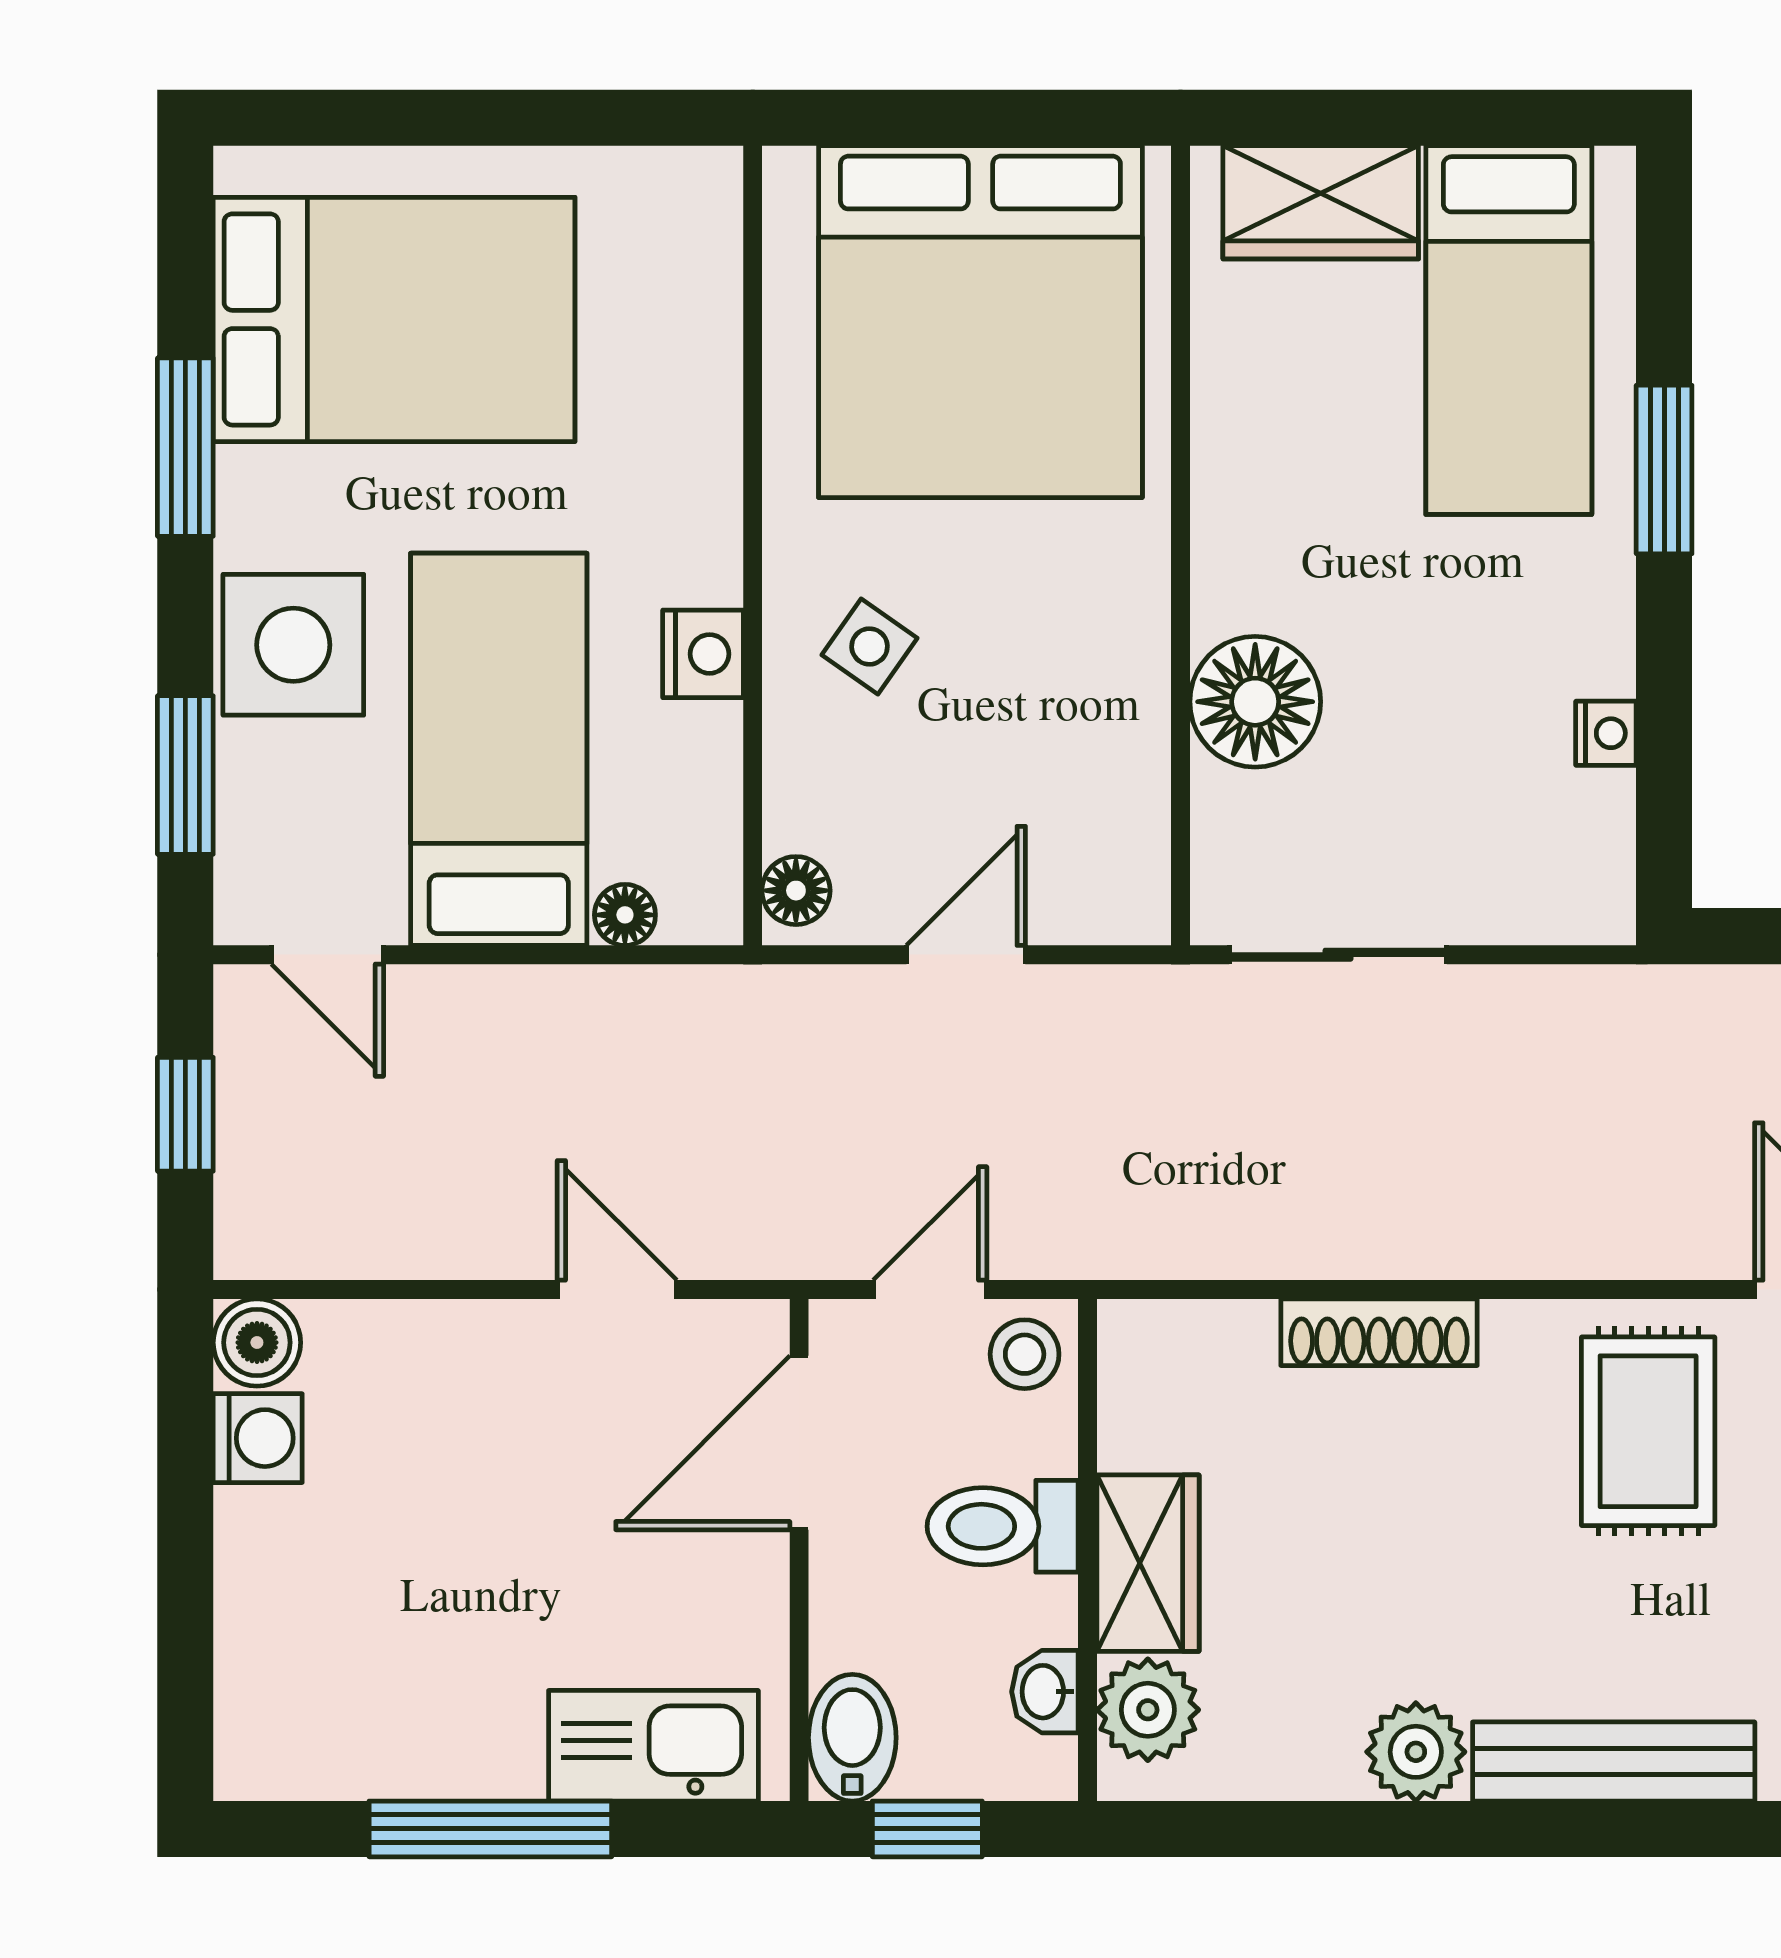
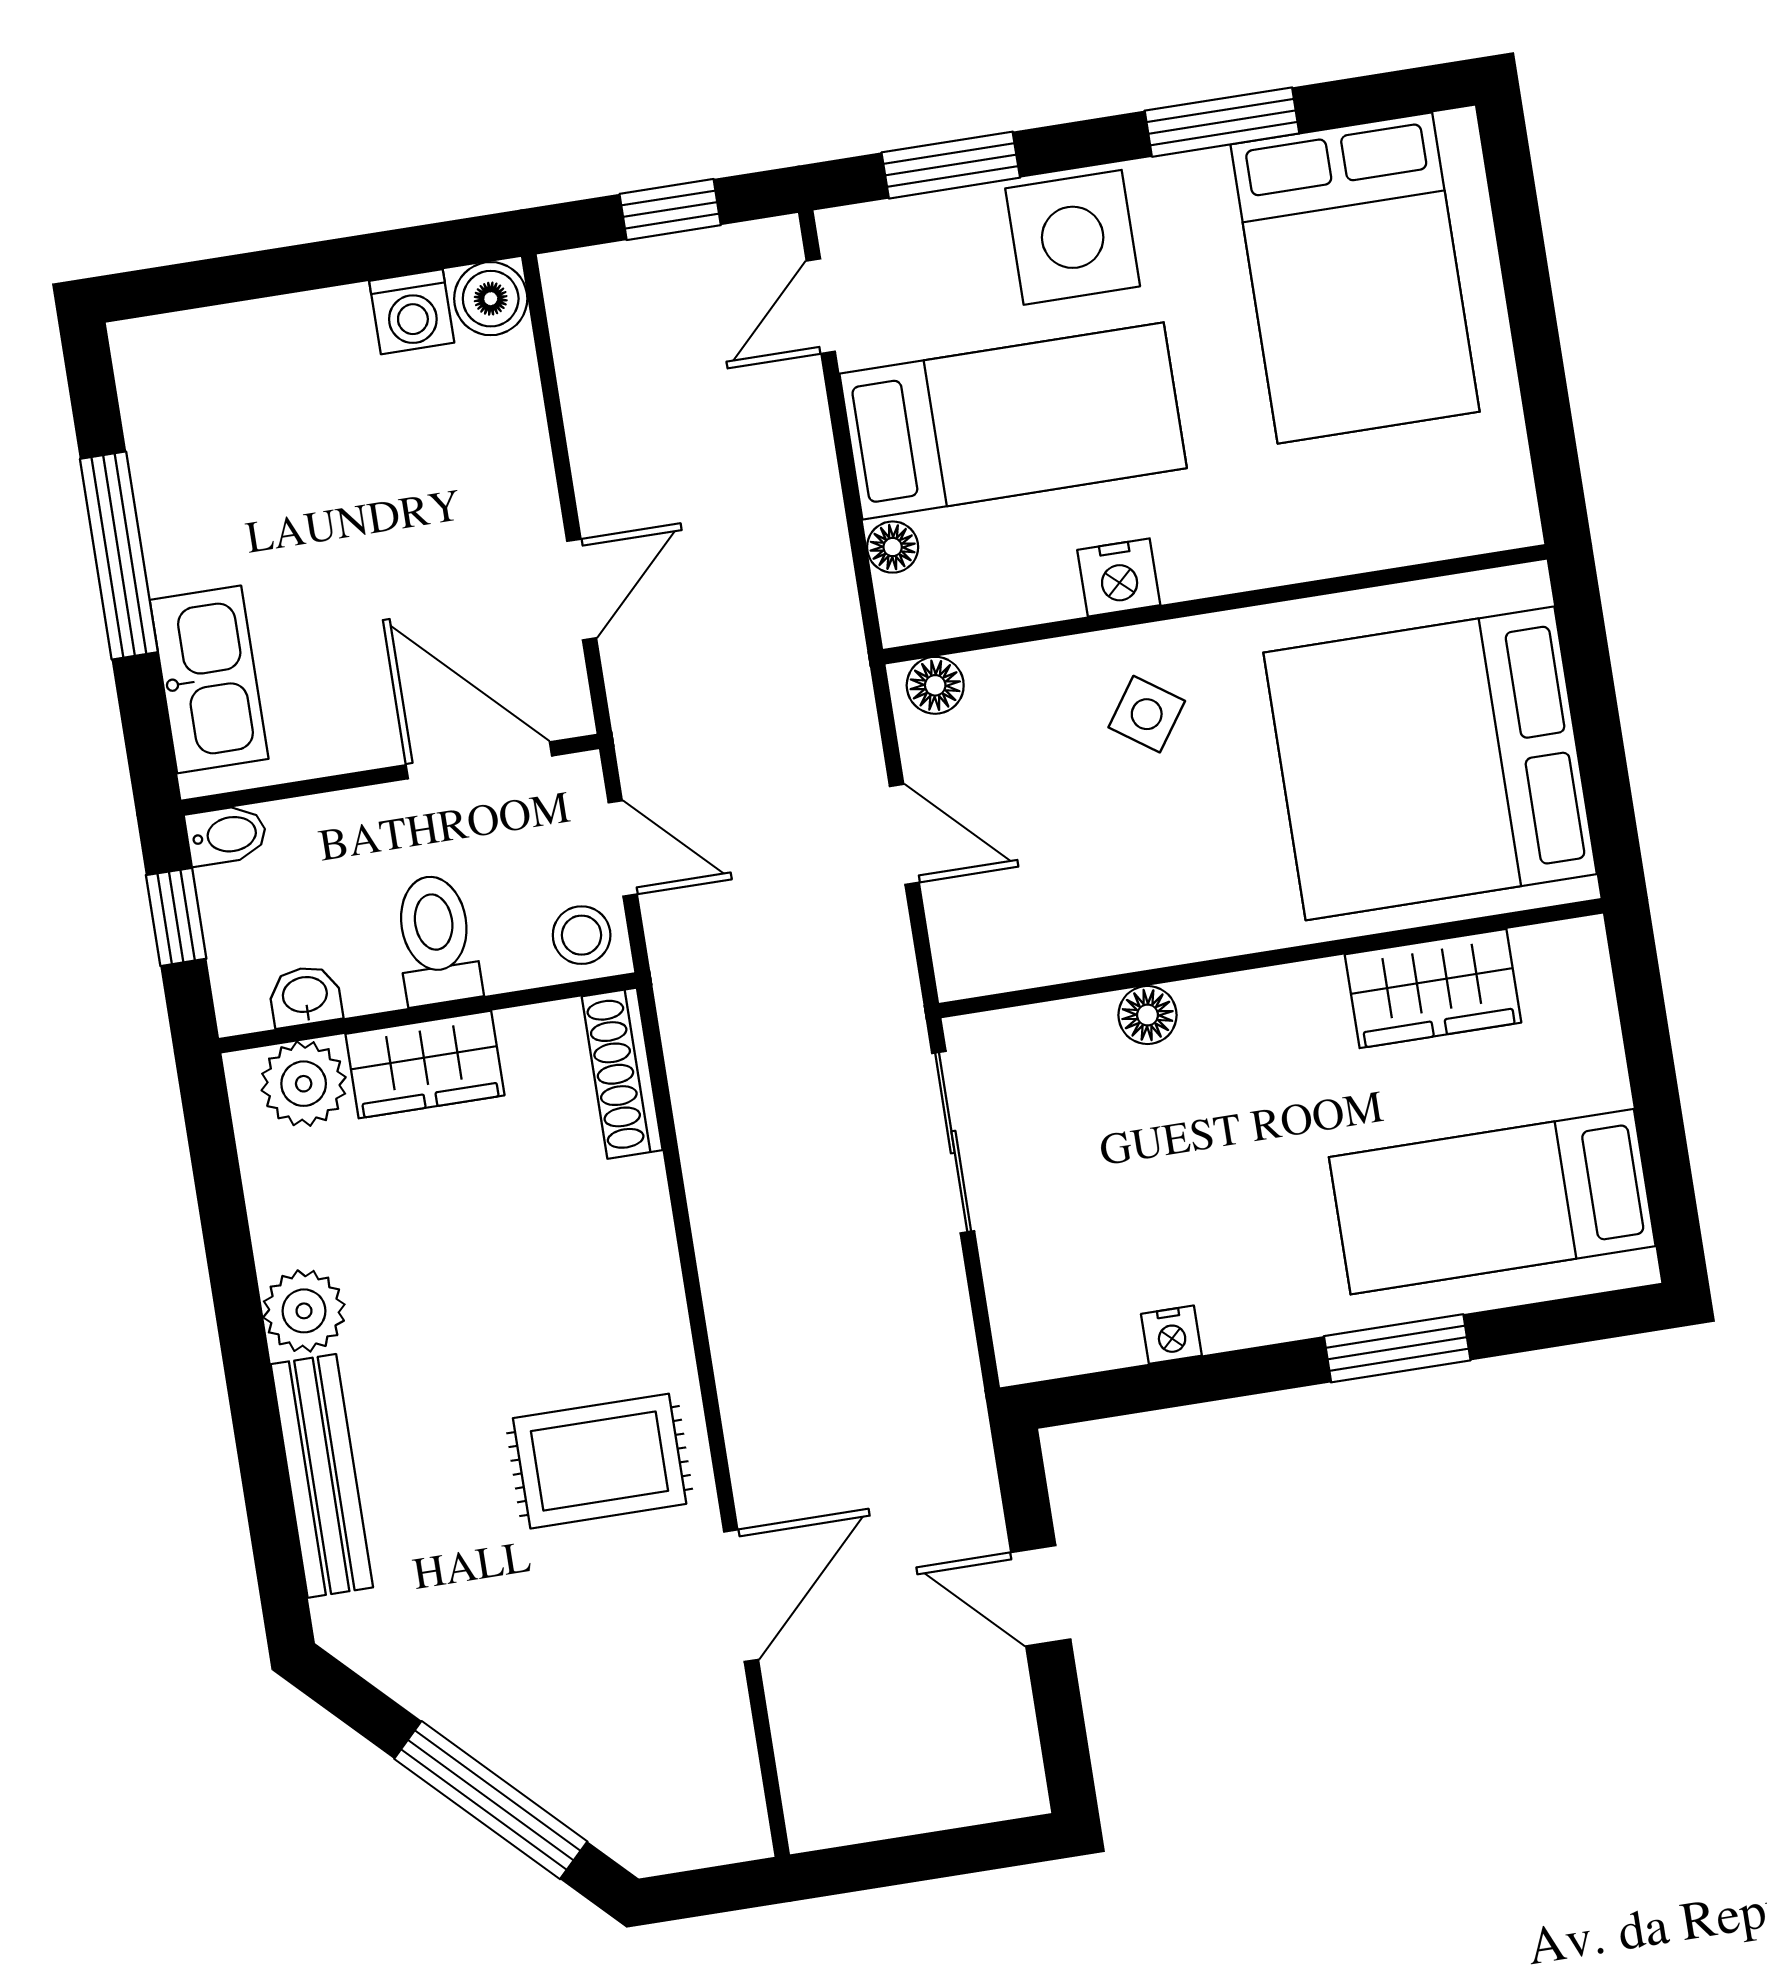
wardrobe: (1321, 202) -> (1433, 988), moved, turned -90
floor lamp: (1255, 702) -> (1148, 1015), width x0.53, depth x0.53
shoe rack: (1379, 1332) -> (622, 1073), moved
bidet: (852, 1738) -> (226, 835), width x0.72, depth x0.74

